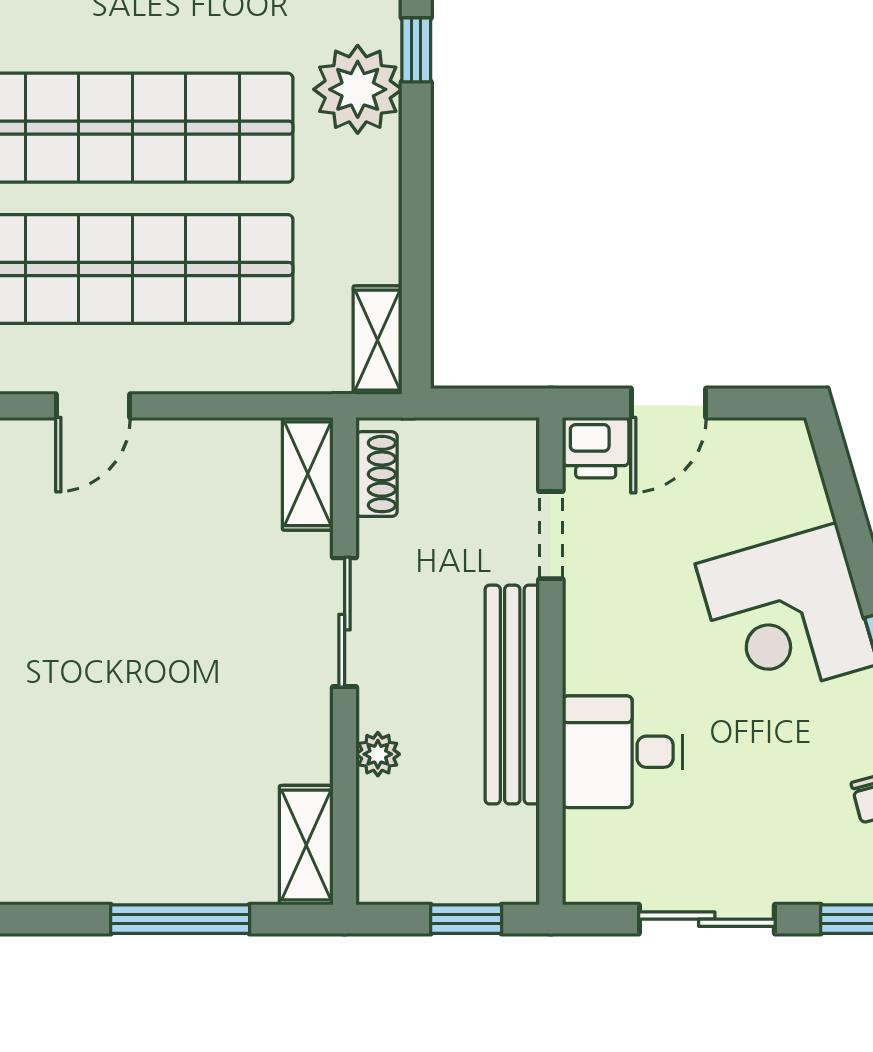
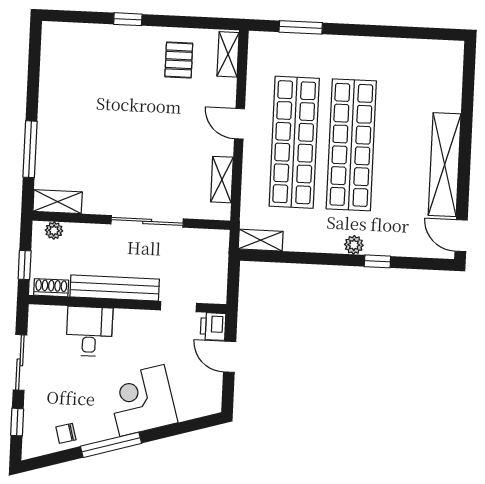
plant: (358, 89) -> (354, 245), width x0.53, depth x0.53
shelving: (308, 474) -> (222, 180), moved, turned 90
shoe rack: (377, 474) -> (51, 288), moved, turned 180
sliding door: (345, 622) -> (147, 221), width x1.37
plant: (378, 754) -> (54, 231), moved

